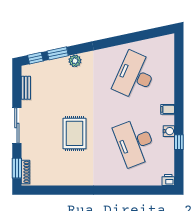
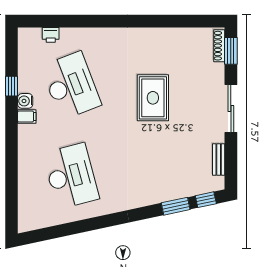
plant: (75, 61) -> (152, 196), removed
desk: (135, 76) -> (71, 176), turned -39
filing cabinet: (168, 109) -> (27, 117), moved
printer: (168, 180) -> (51, 35), moved

